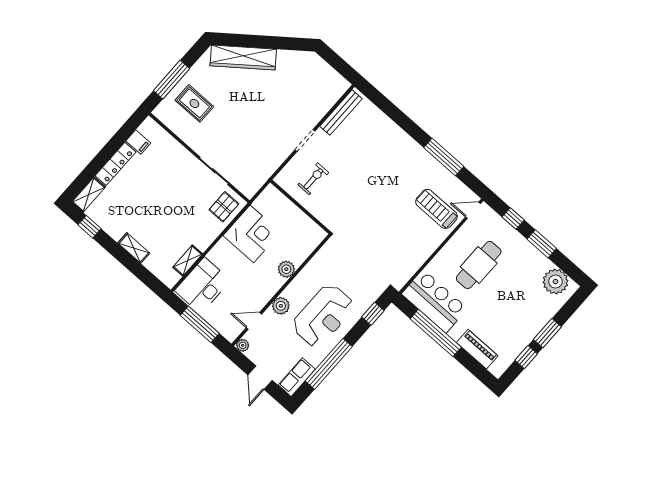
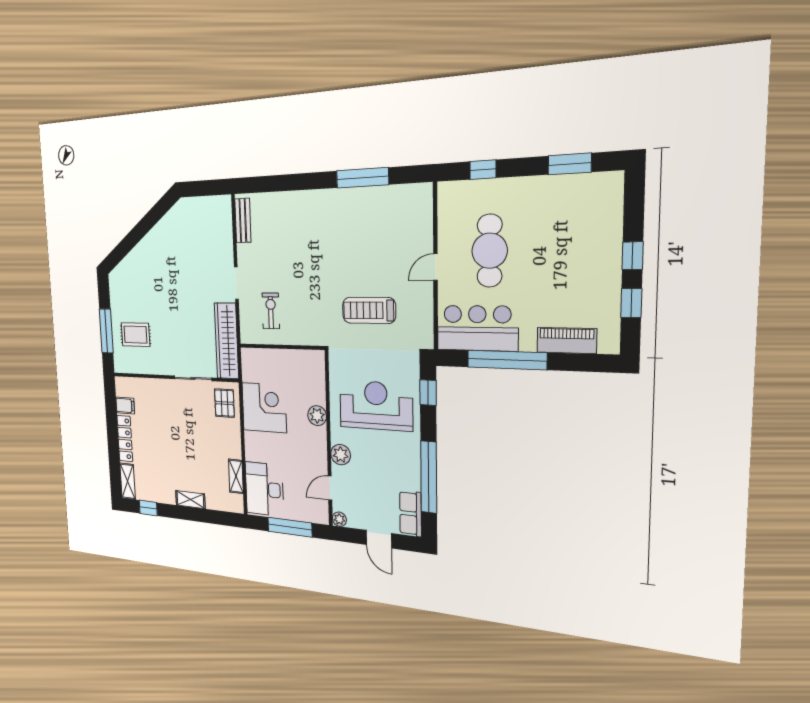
wardrobe: (243, 58) -> (226, 341), moved, turned 128
bench: (341, 112) -> (243, 221), width x0.73
treadmill: (436, 209) -> (369, 310), moved
door: (473, 210) -> (435, 267), moved
window: (542, 244) -> (570, 164), moved
plant: (555, 281) -> (590, 191), removed
reception desk: (323, 316) -> (376, 406), moved, turned -90
window: (547, 333) -> (633, 256), width x0.67

